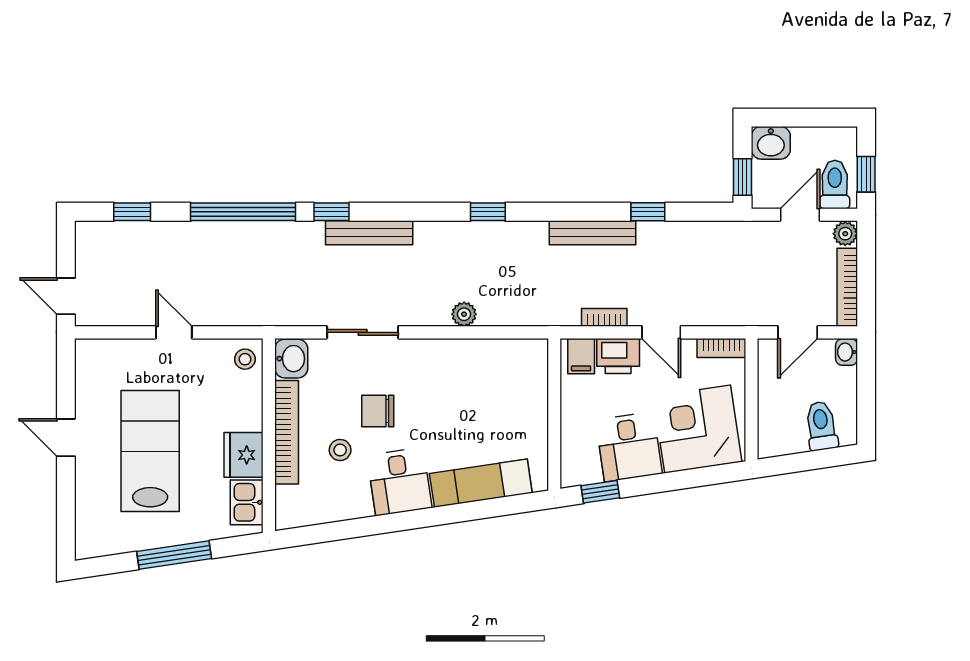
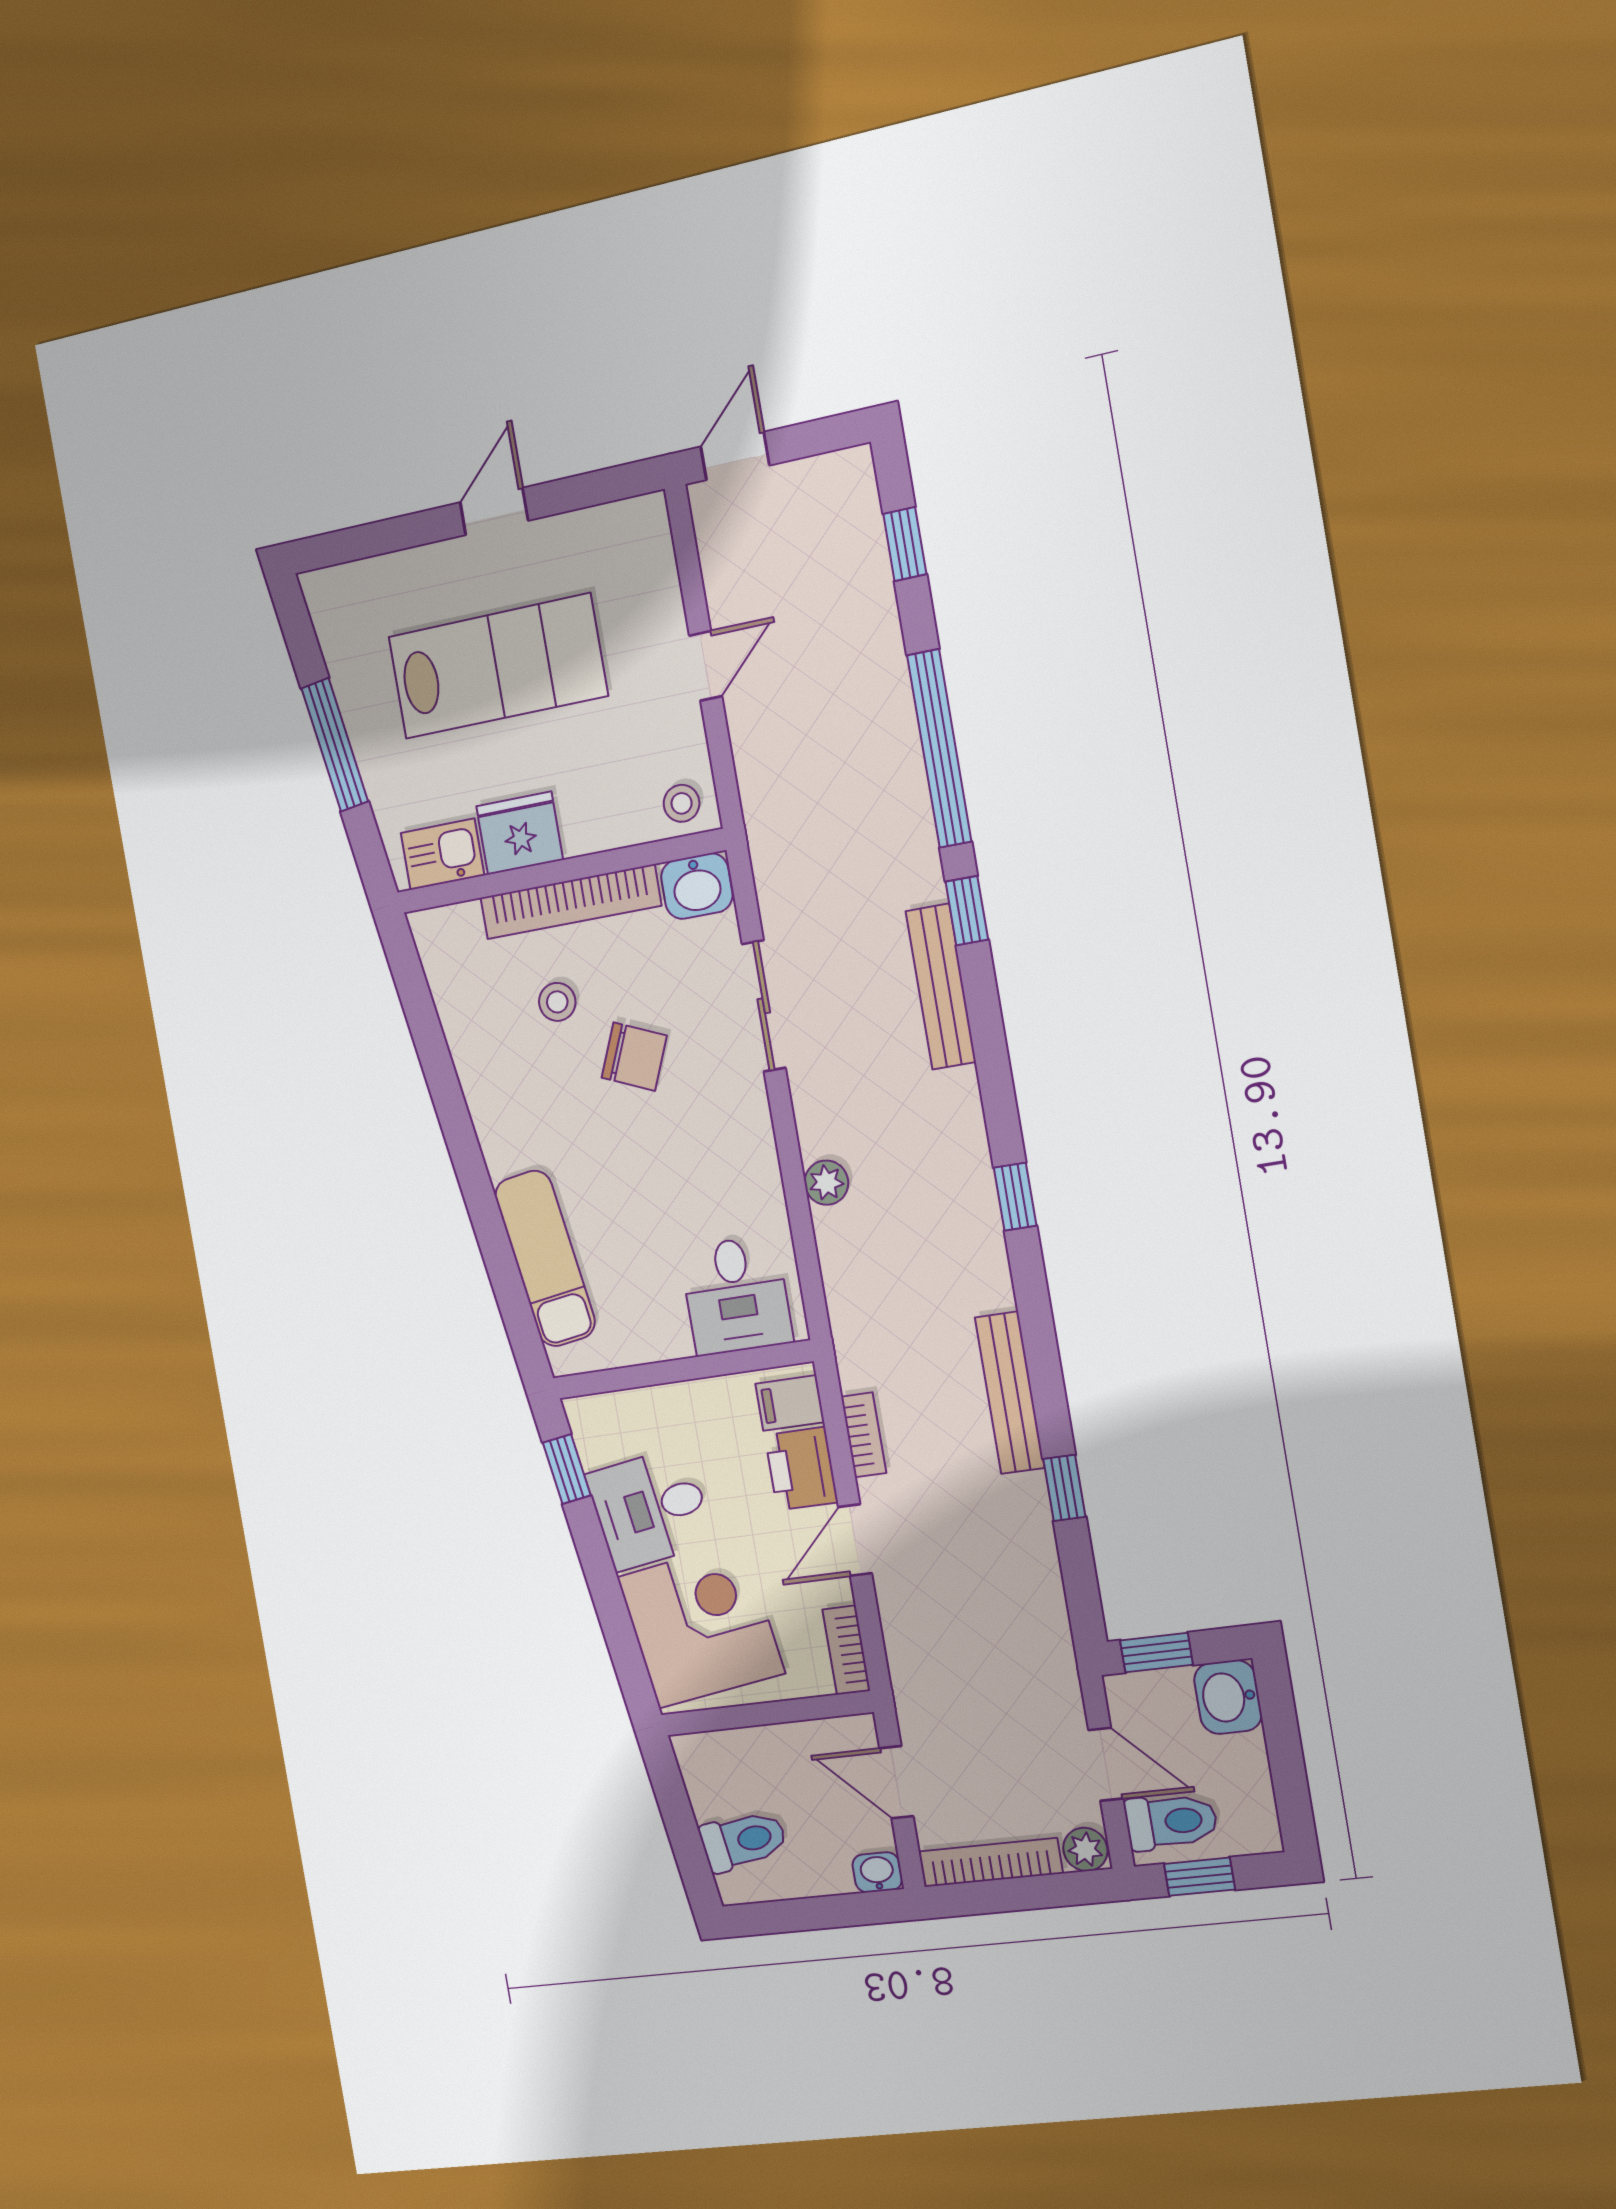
chair: (378, 411) -> (634, 1057), turned 113
desk: (400, 482) -> (736, 1295), moved, turned -82

